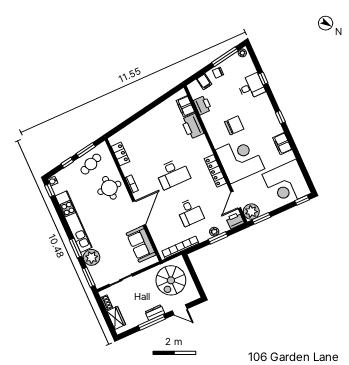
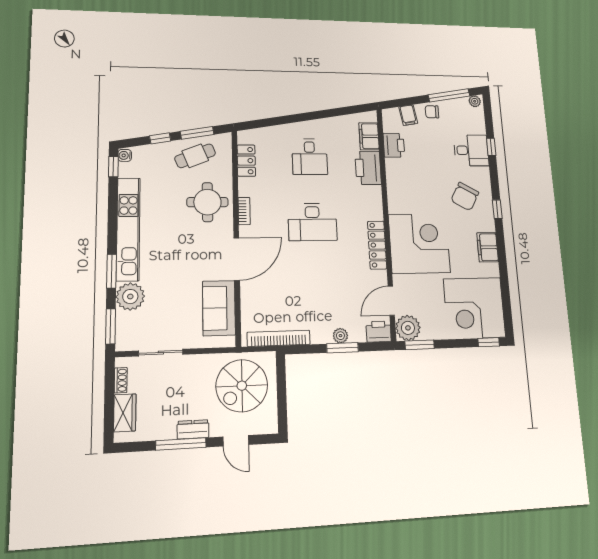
chair: (234, 125) -> (465, 196), moved, turned 119
desk: (190, 212) -> (310, 157), moved

